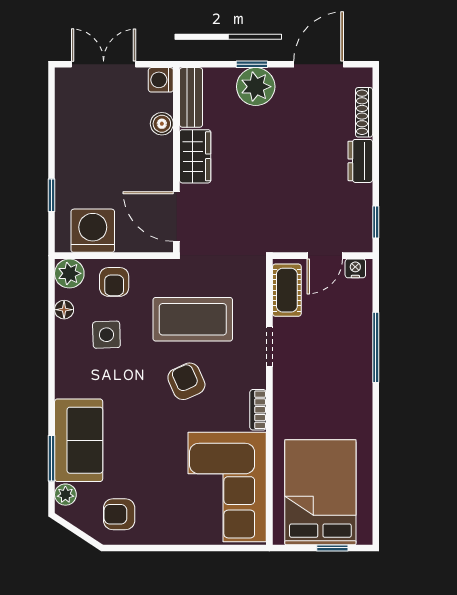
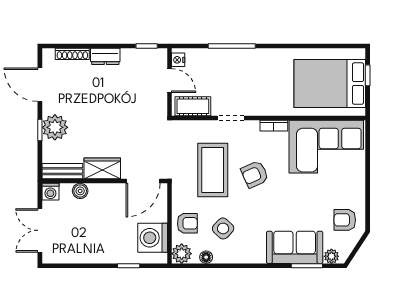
side table: (106, 335) -> (223, 228), turned 45
armchair: (119, 514) -> (345, 220), turned 90

